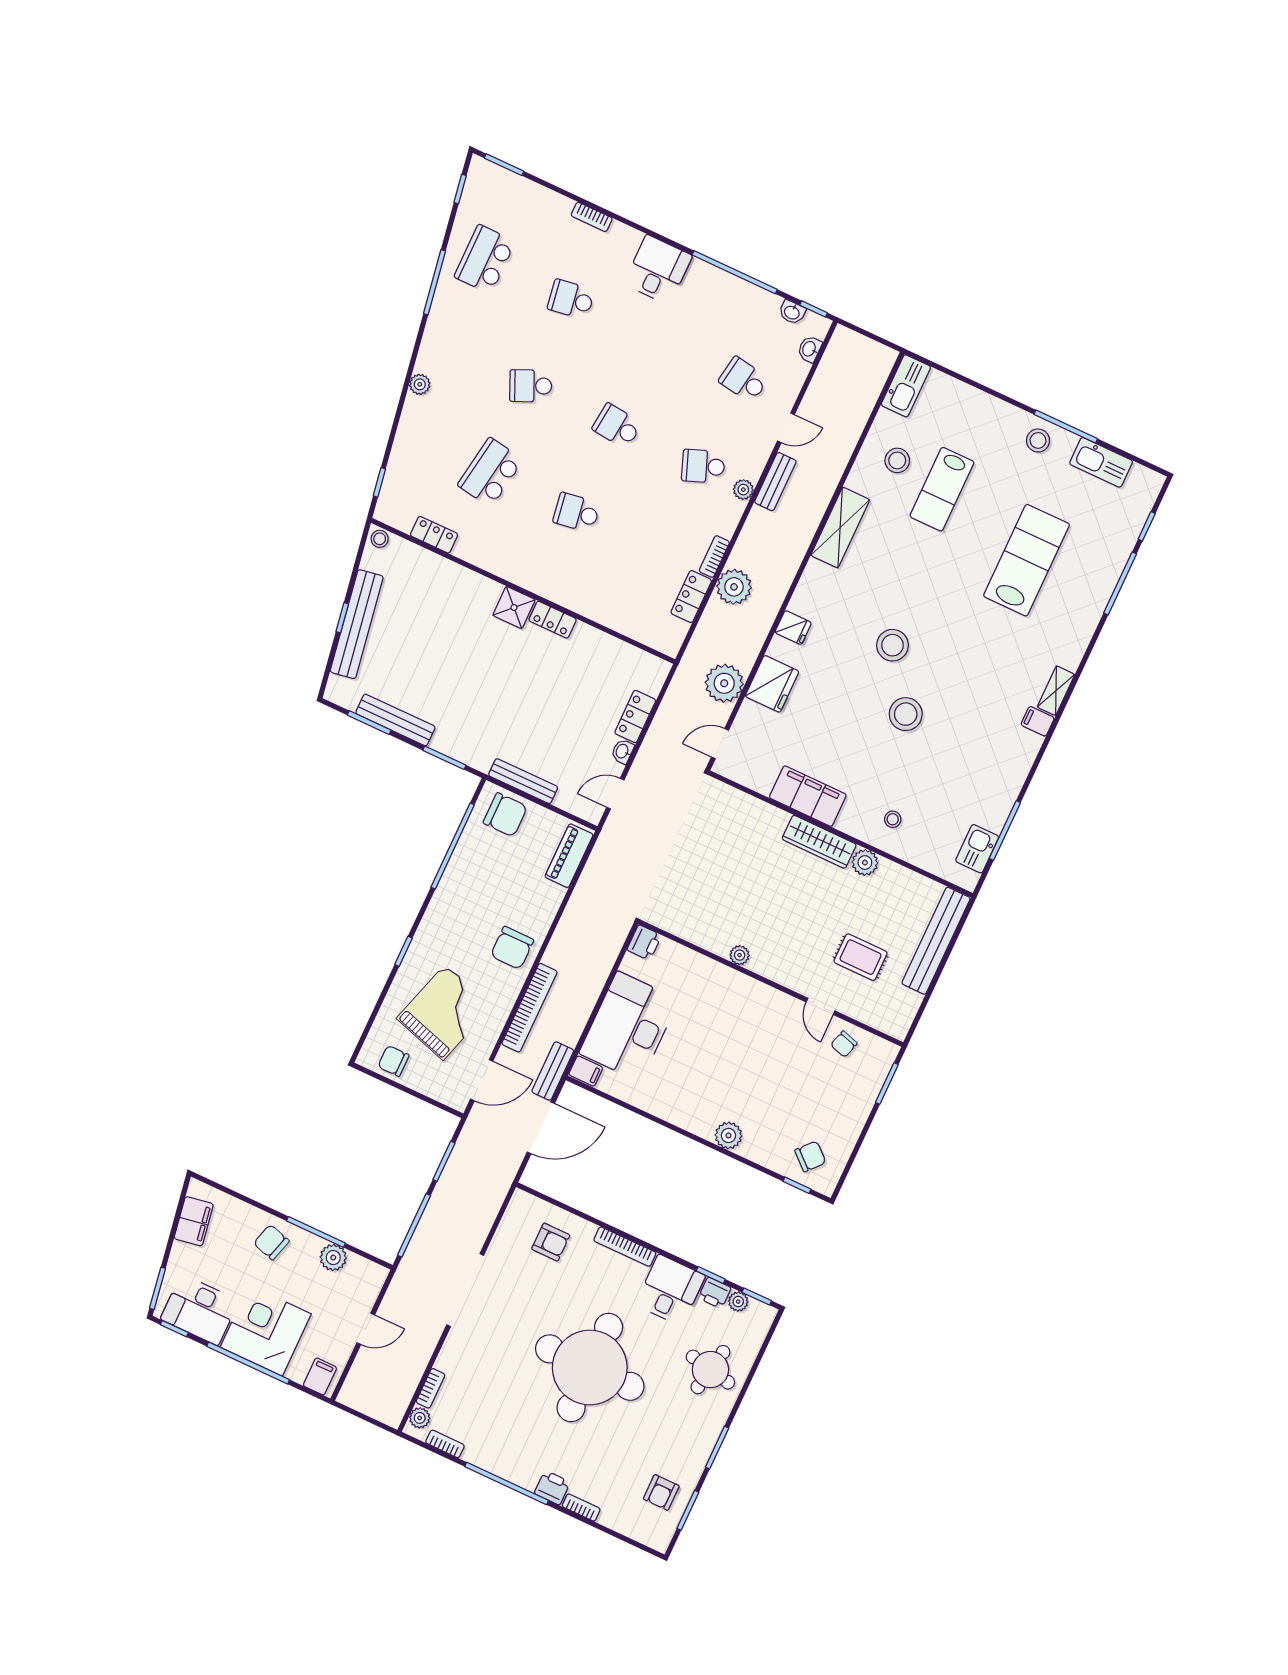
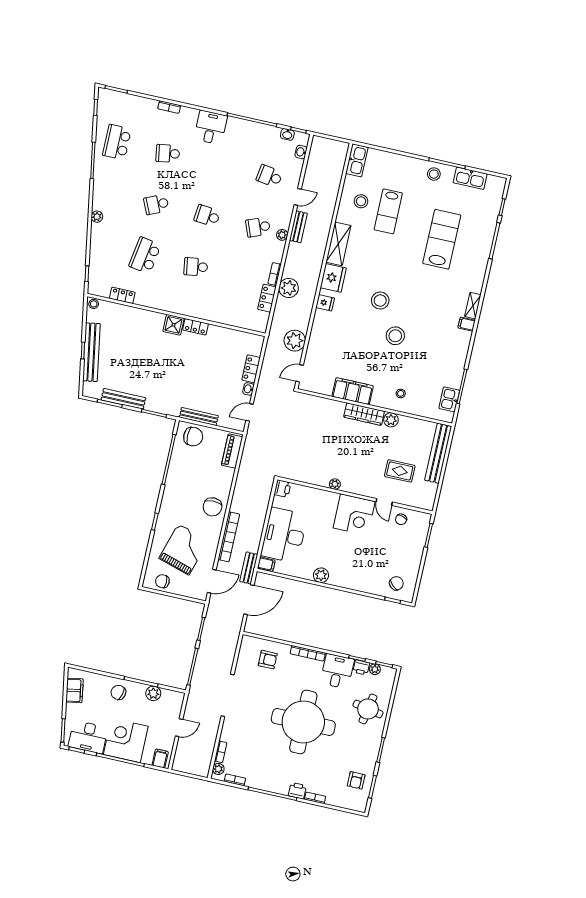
fridge: (772, 684) -> (333, 278), moved
corner desk: (762, 1017) -> (354, 515), added
plant: (728, 1135) -> (321, 575), moved

